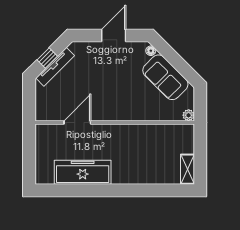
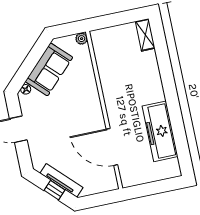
door: (77, 123) -> (112, 147), width x1.36
shelving: (188, 169) -> (145, 35), moved, turned 90

